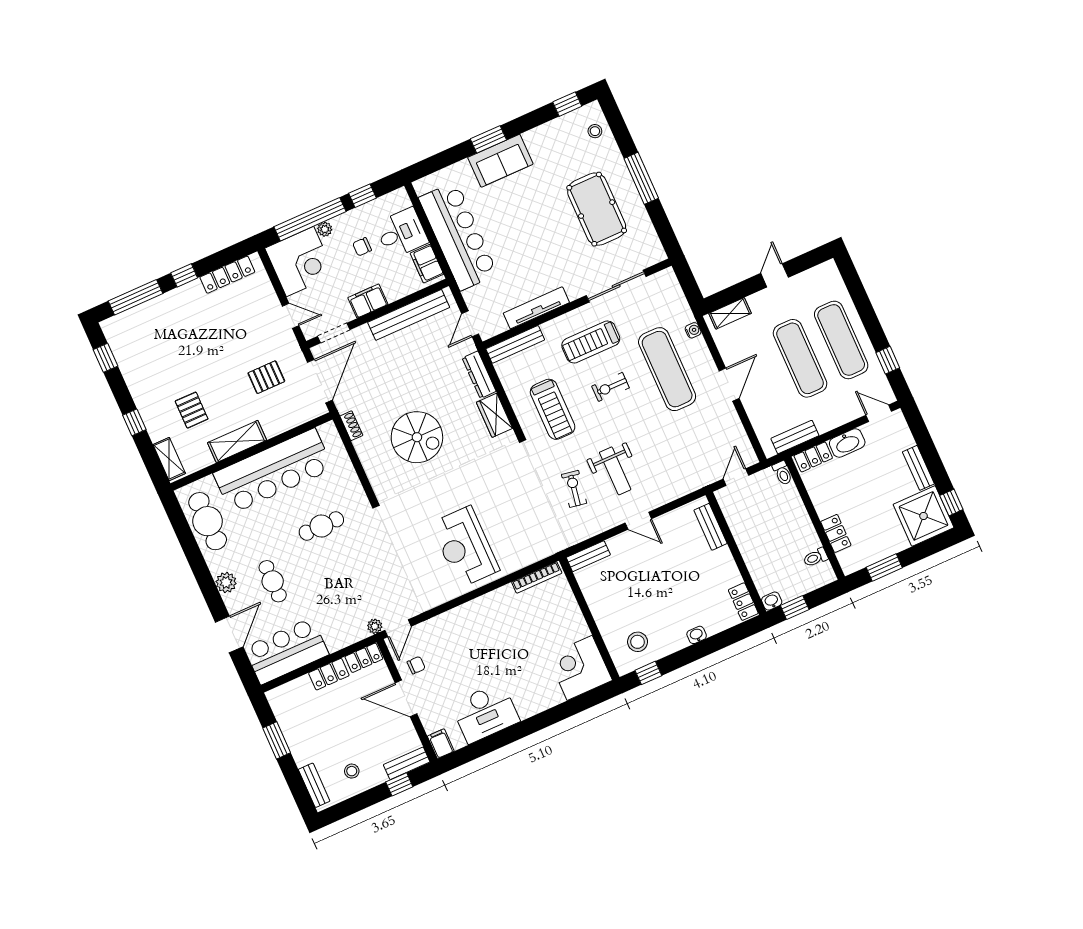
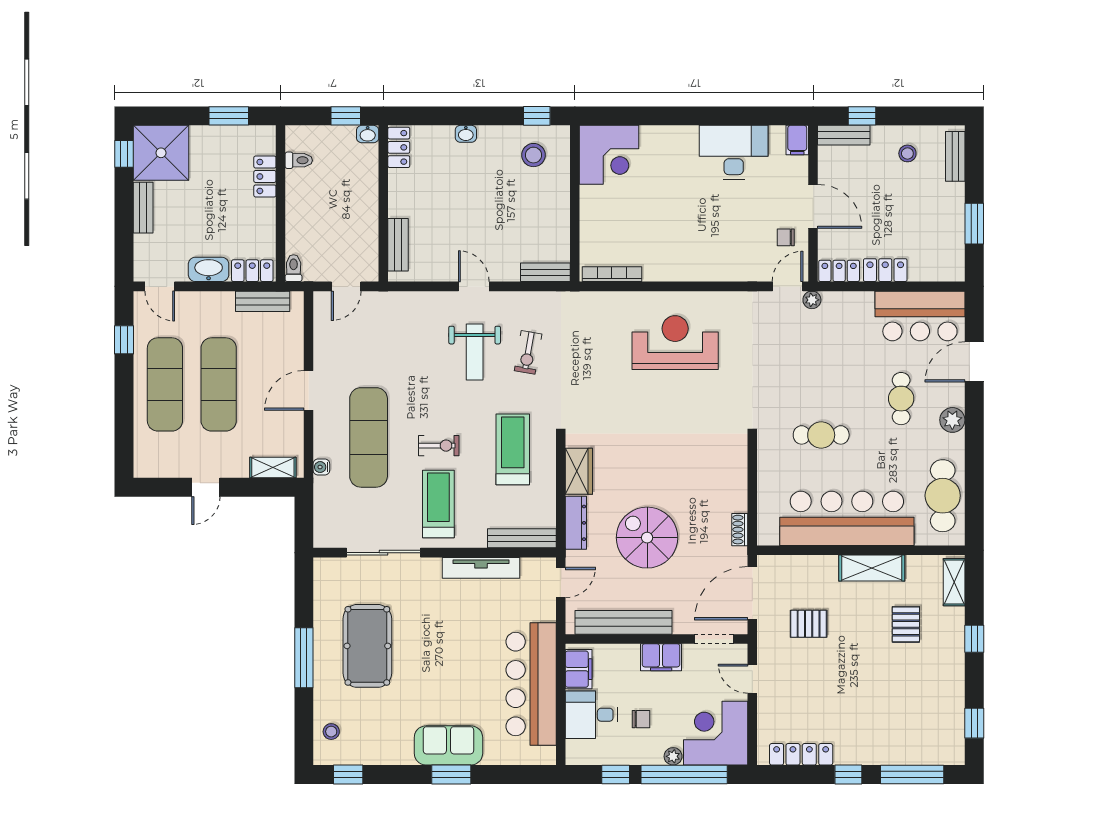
treadmill: (591, 342) -> (438, 504), turned -90
spiral stairs: (417, 437) -> (647, 538), moved
weight bench: (615, 471) -> (475, 352), turned 180
reception desk: (465, 547) -> (675, 343), turned -90

